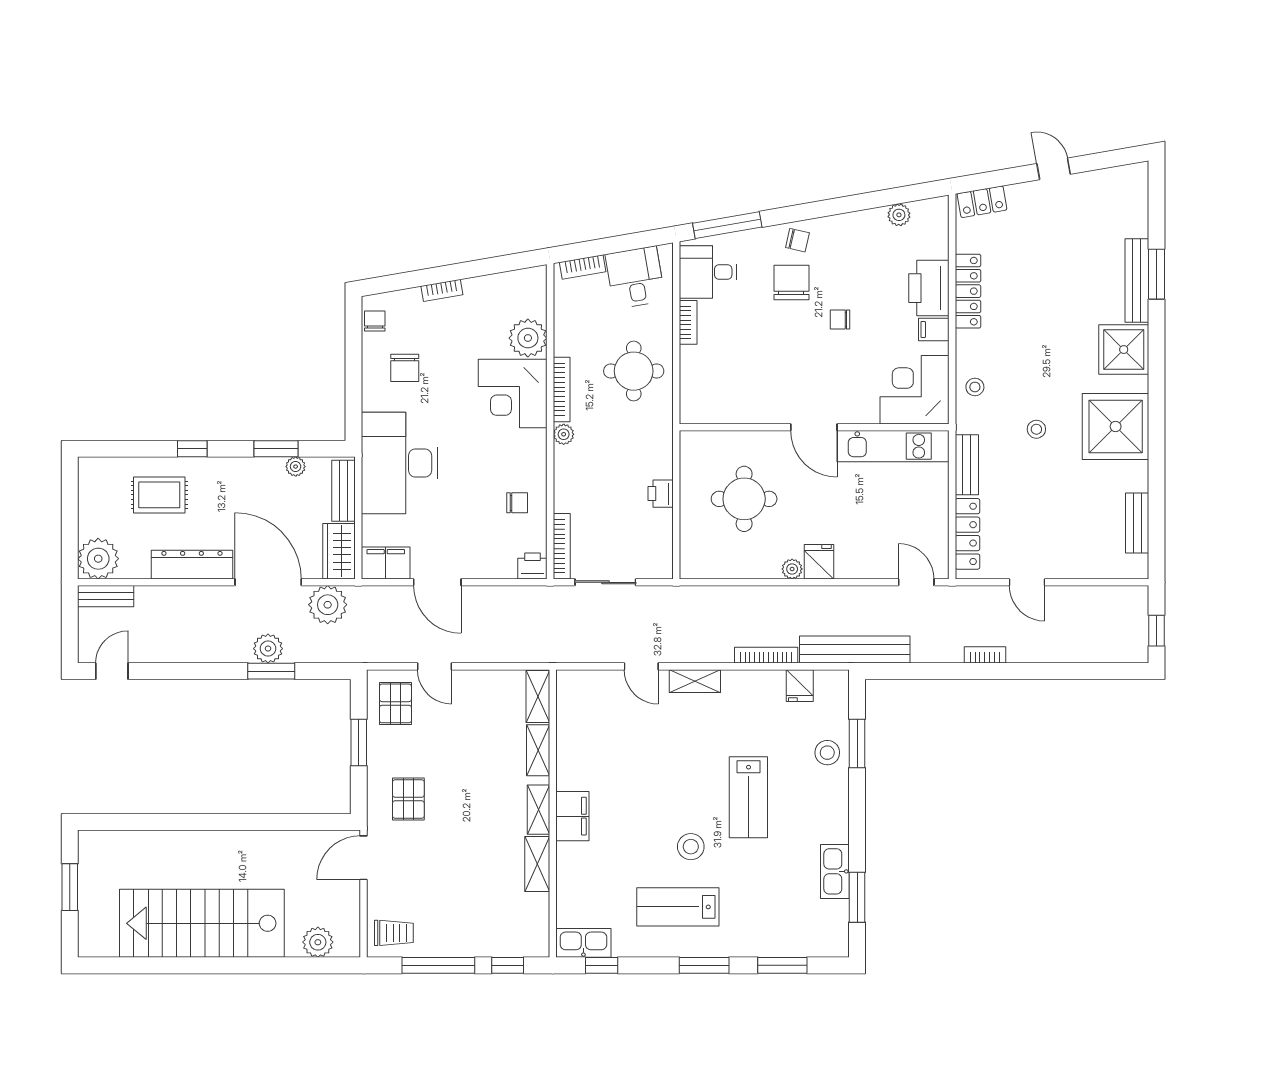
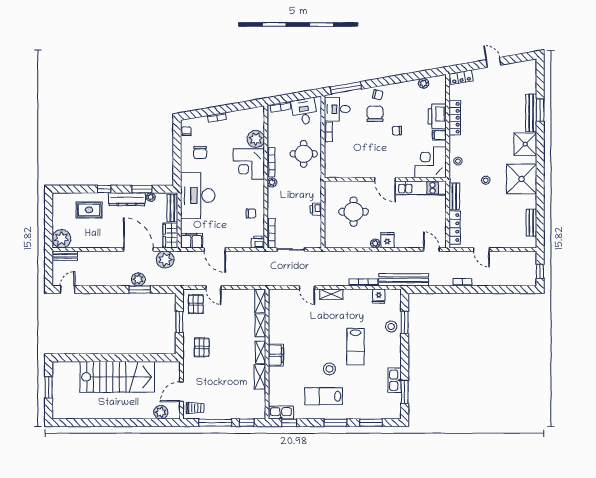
dresser: (192, 565) -> (127, 199), moved, turned 180
door: (364, 858) -> (181, 392), moved
stairs: (202, 923) -> (117, 377), moved, turned 180

